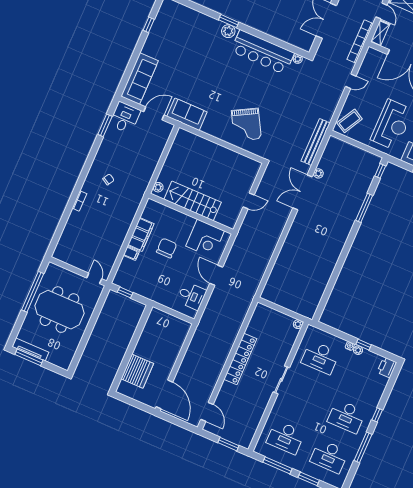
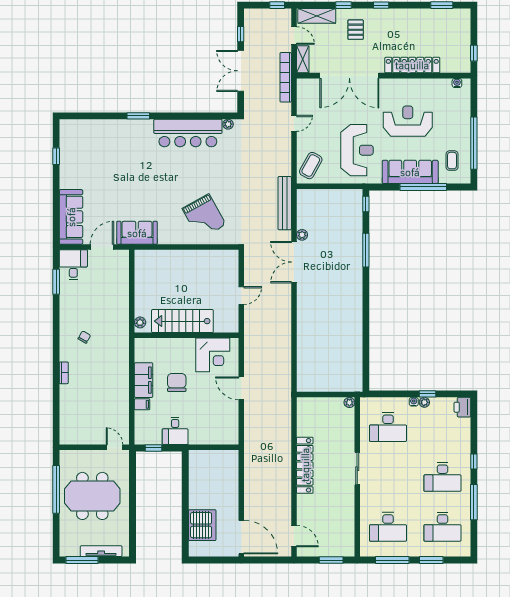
plant: (228, 31) -> (142, 127), removed
desk: (192, 296) -> (175, 431), moved, turned 90
tv unit: (30, 349) -> (101, 551), moved

